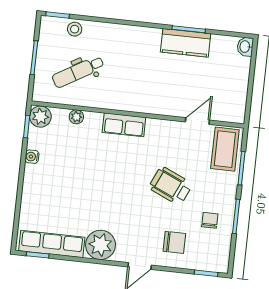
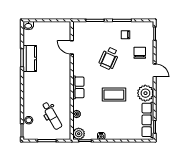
coffee table: (225, 149) -> (114, 95), moved

